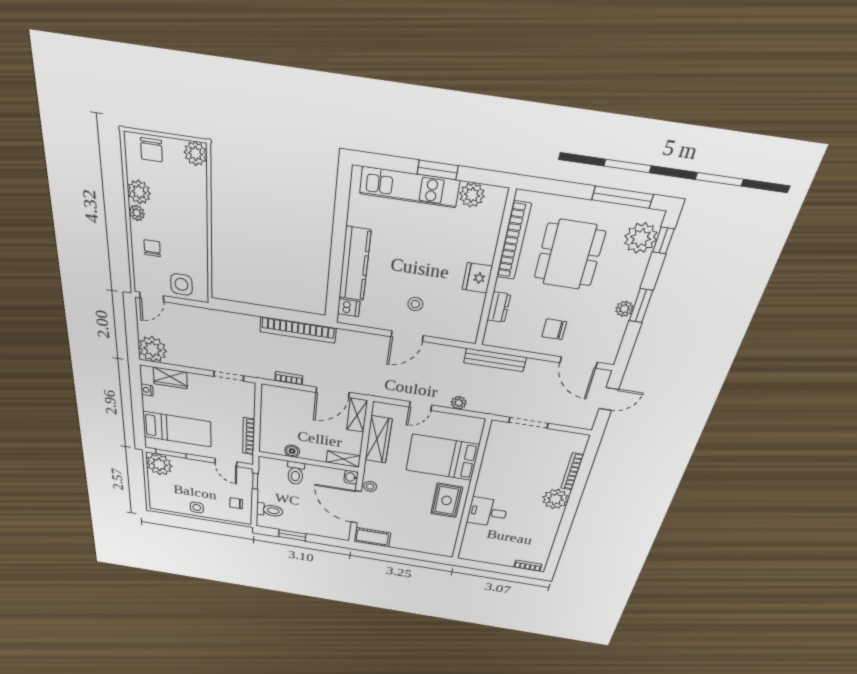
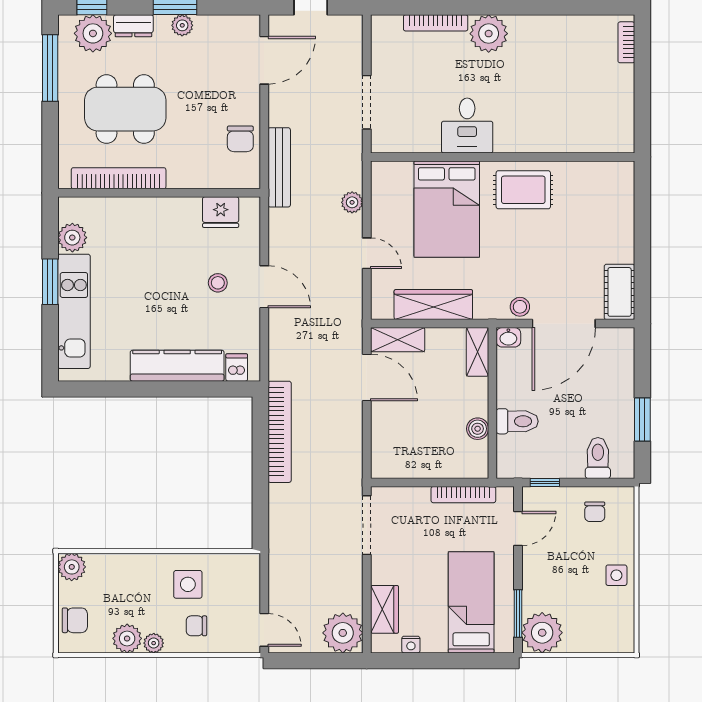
fridge: (477, 278) -> (221, 212), moved
side table: (181, 284) -> (188, 584), moved
dresser: (499, 307) -> (133, 26), moved, turned 180
chair: (554, 329) -> (240, 139), moved
doorway: (229, 376) -> (367, 525), width x1.38
bookcase: (289, 378) -> (355, 440), removed
desk: (487, 512) -> (467, 126), moved

